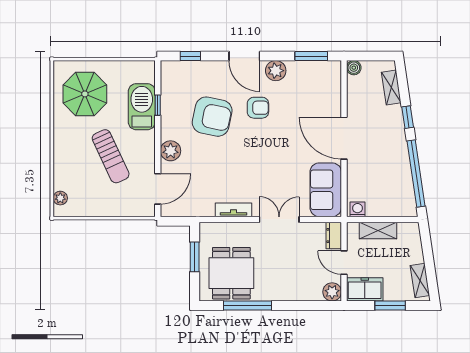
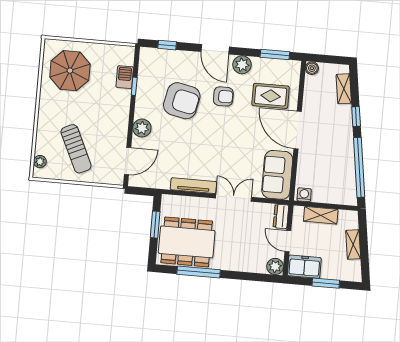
rug: (311, 103) -> (271, 96), added
barbecue: (142, 107) -> (125, 77), width x0.53, depth x0.65
sun lounger: (111, 156) -> (76, 149), moved
tv unit: (234, 210) -> (194, 186), width x1.41
dining table: (231, 273) -> (187, 242), width x1.38
shelving: (420, 281) -> (353, 245), moved

